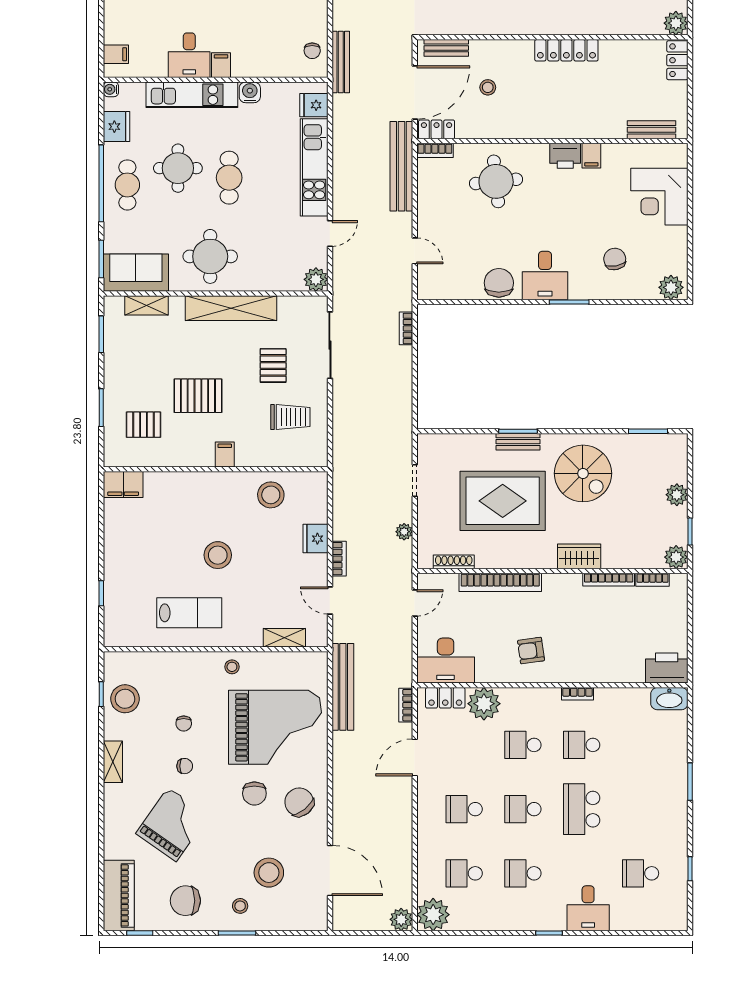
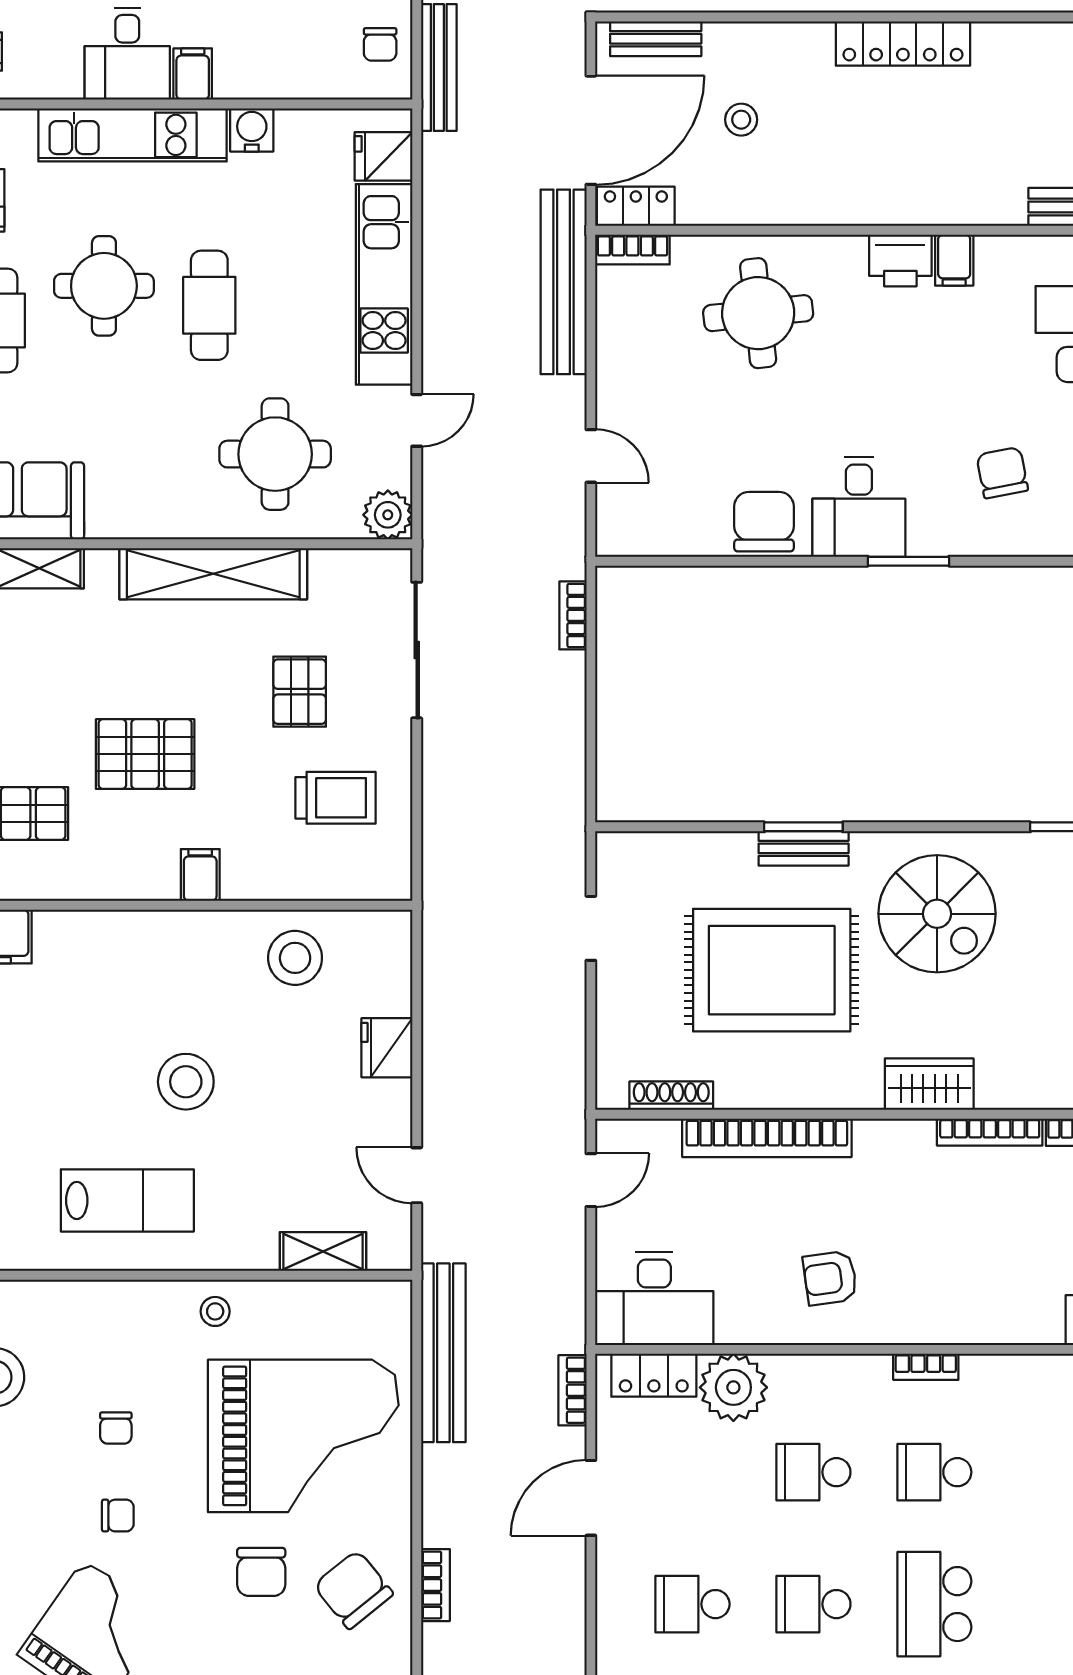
round table: (210, 256) -> (275, 454), moved
plant: (404, 532) -> (569, 1034), removed
bookcase: (339, 559) -> (435, 1585), moved

